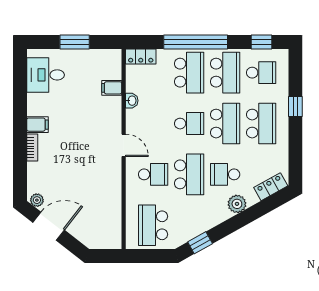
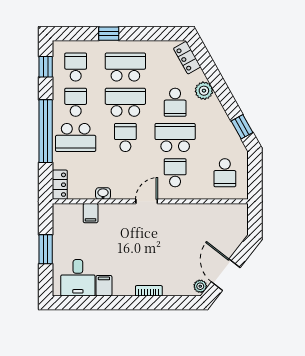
school desk: (189, 73) -> (76, 137), turned 180
school desk: (225, 73) -> (76, 102), width x0.54
filing cabinet: (37, 125) -> (104, 286), moved
school desk: (153, 225) -> (225, 173), width x0.54

